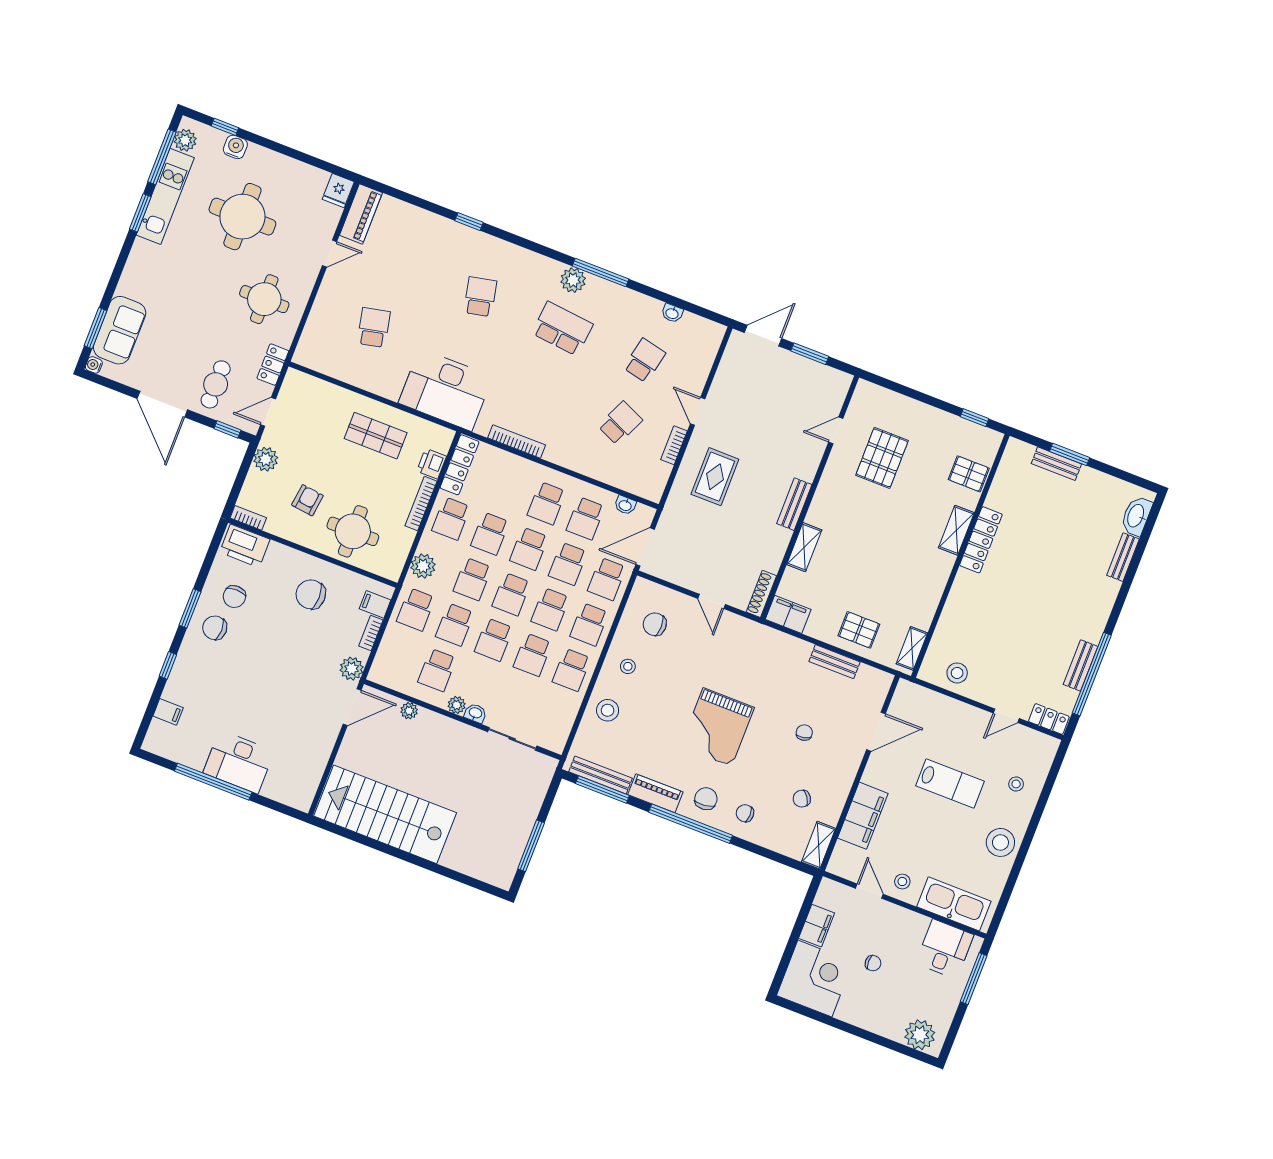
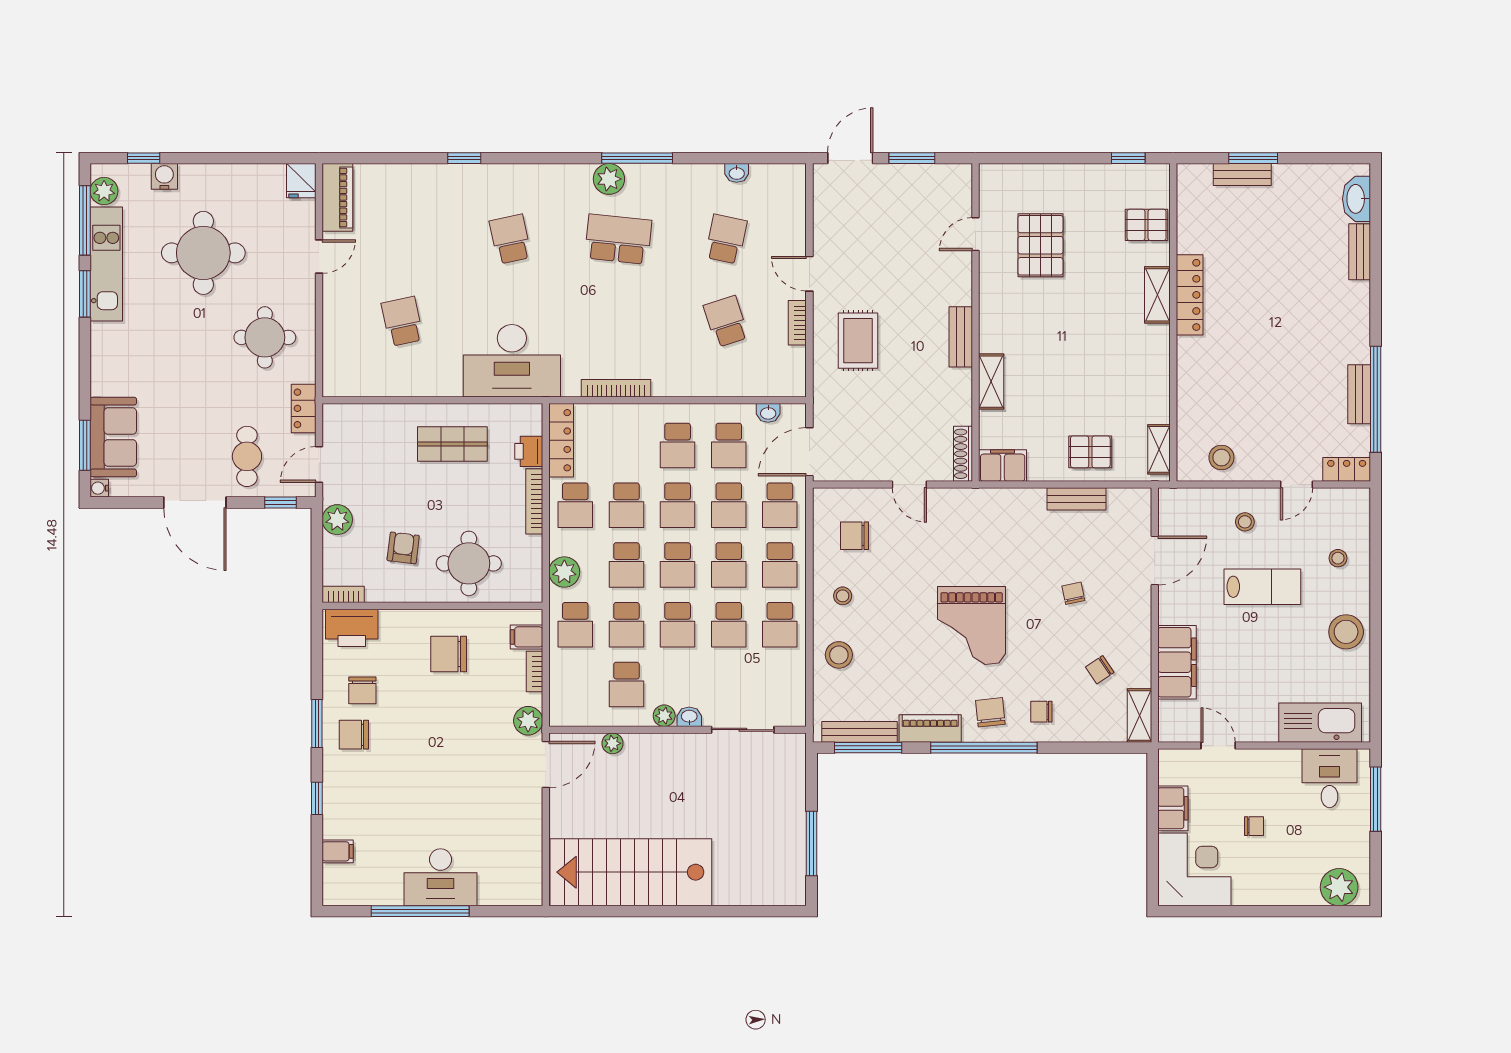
school desk: (620, 423) -> (726, 321), turned -42
stool: (902, 881) -> (1245, 522), moved

